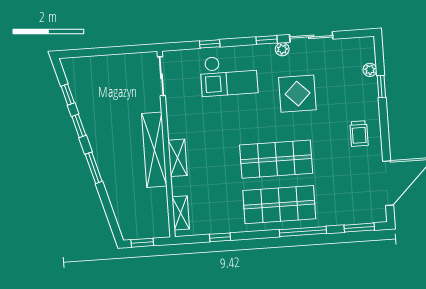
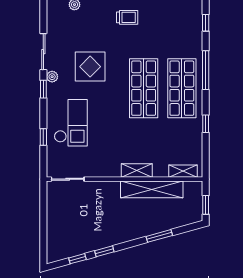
shelving: (154, 150) -> (152, 189), moved
window: (94, 168) -> (159, 236), moved
window: (359, 228) -> (206, 23), width x0.67
window: (220, 237) -> (206, 124), moved

